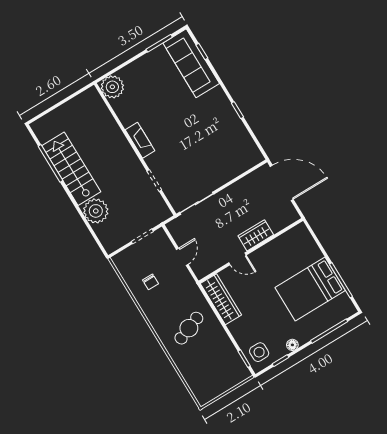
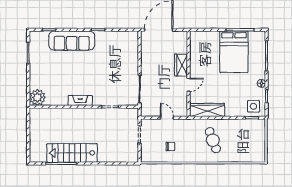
sofa: (191, 63) -> (72, 41), moved
plant: (96, 211) -> (107, 154), removed

